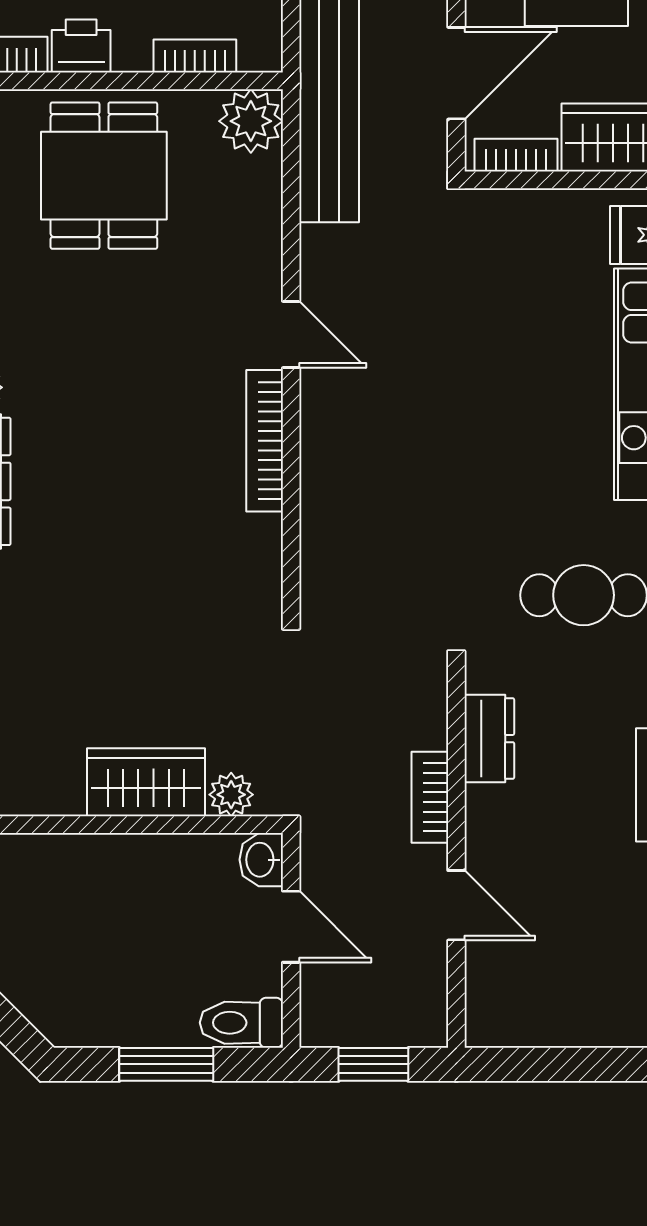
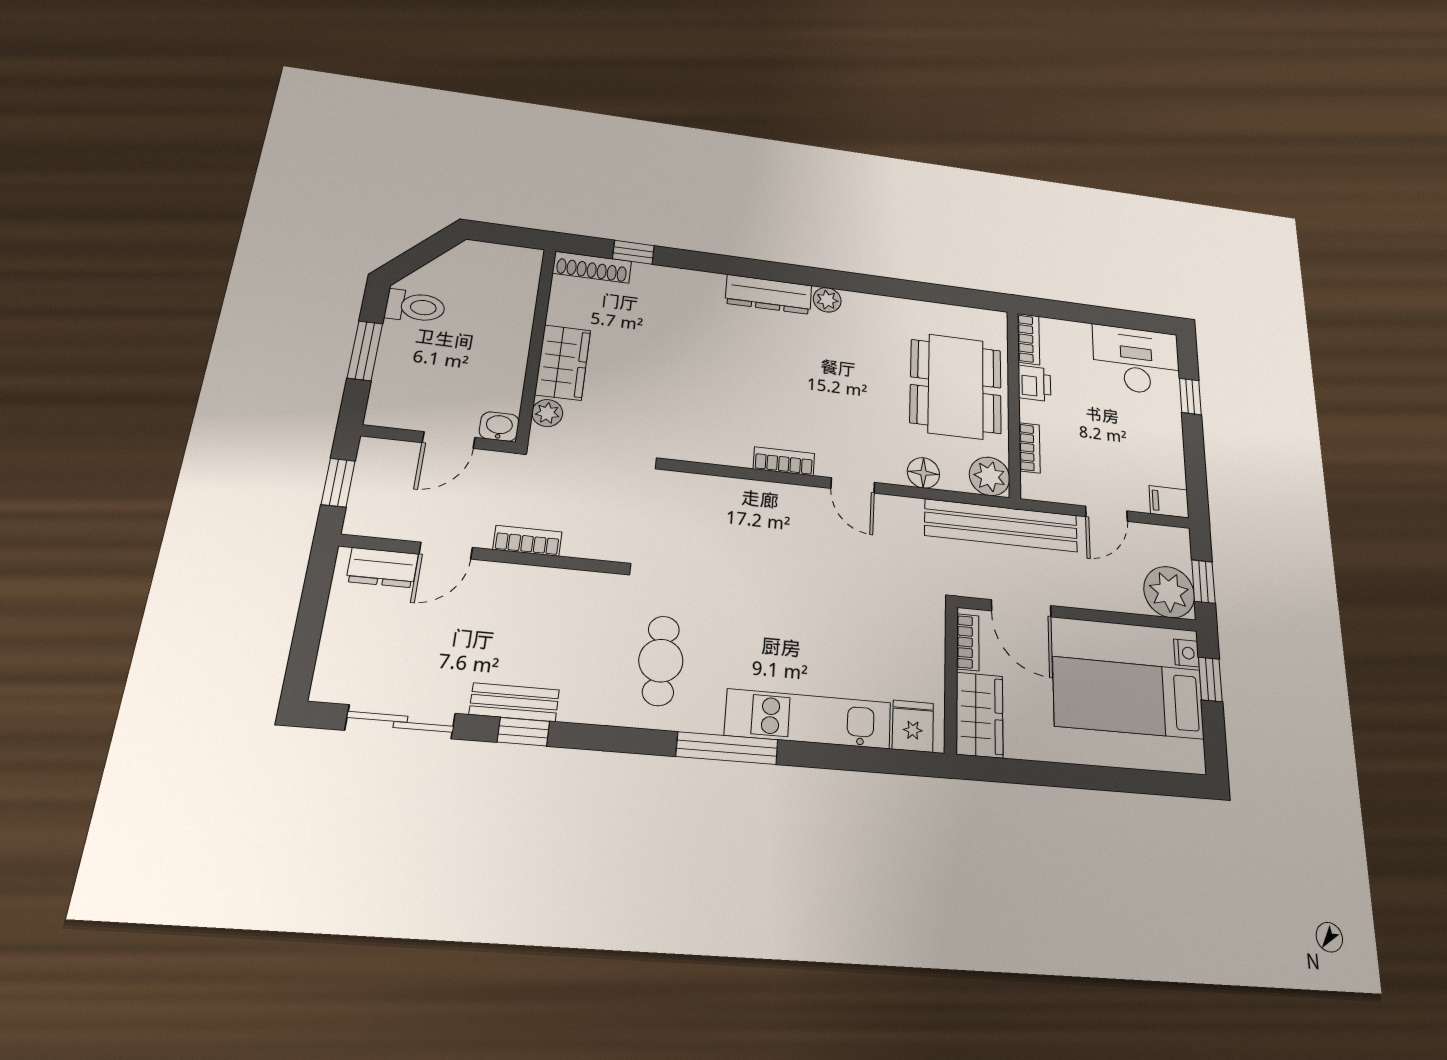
dining table: (104, 176) -> (956, 386), width x1.38
floor lamp: (258, 226) -> (923, 473), added
door: (291, 334) -> (853, 485), hinge flipped
bookcase: (265, 441) -> (784, 461), width x0.64
dresser: (489, 739) -> (382, 568), moved
toilet: (241, 1023) -> (415, 307), moved, turned 90

